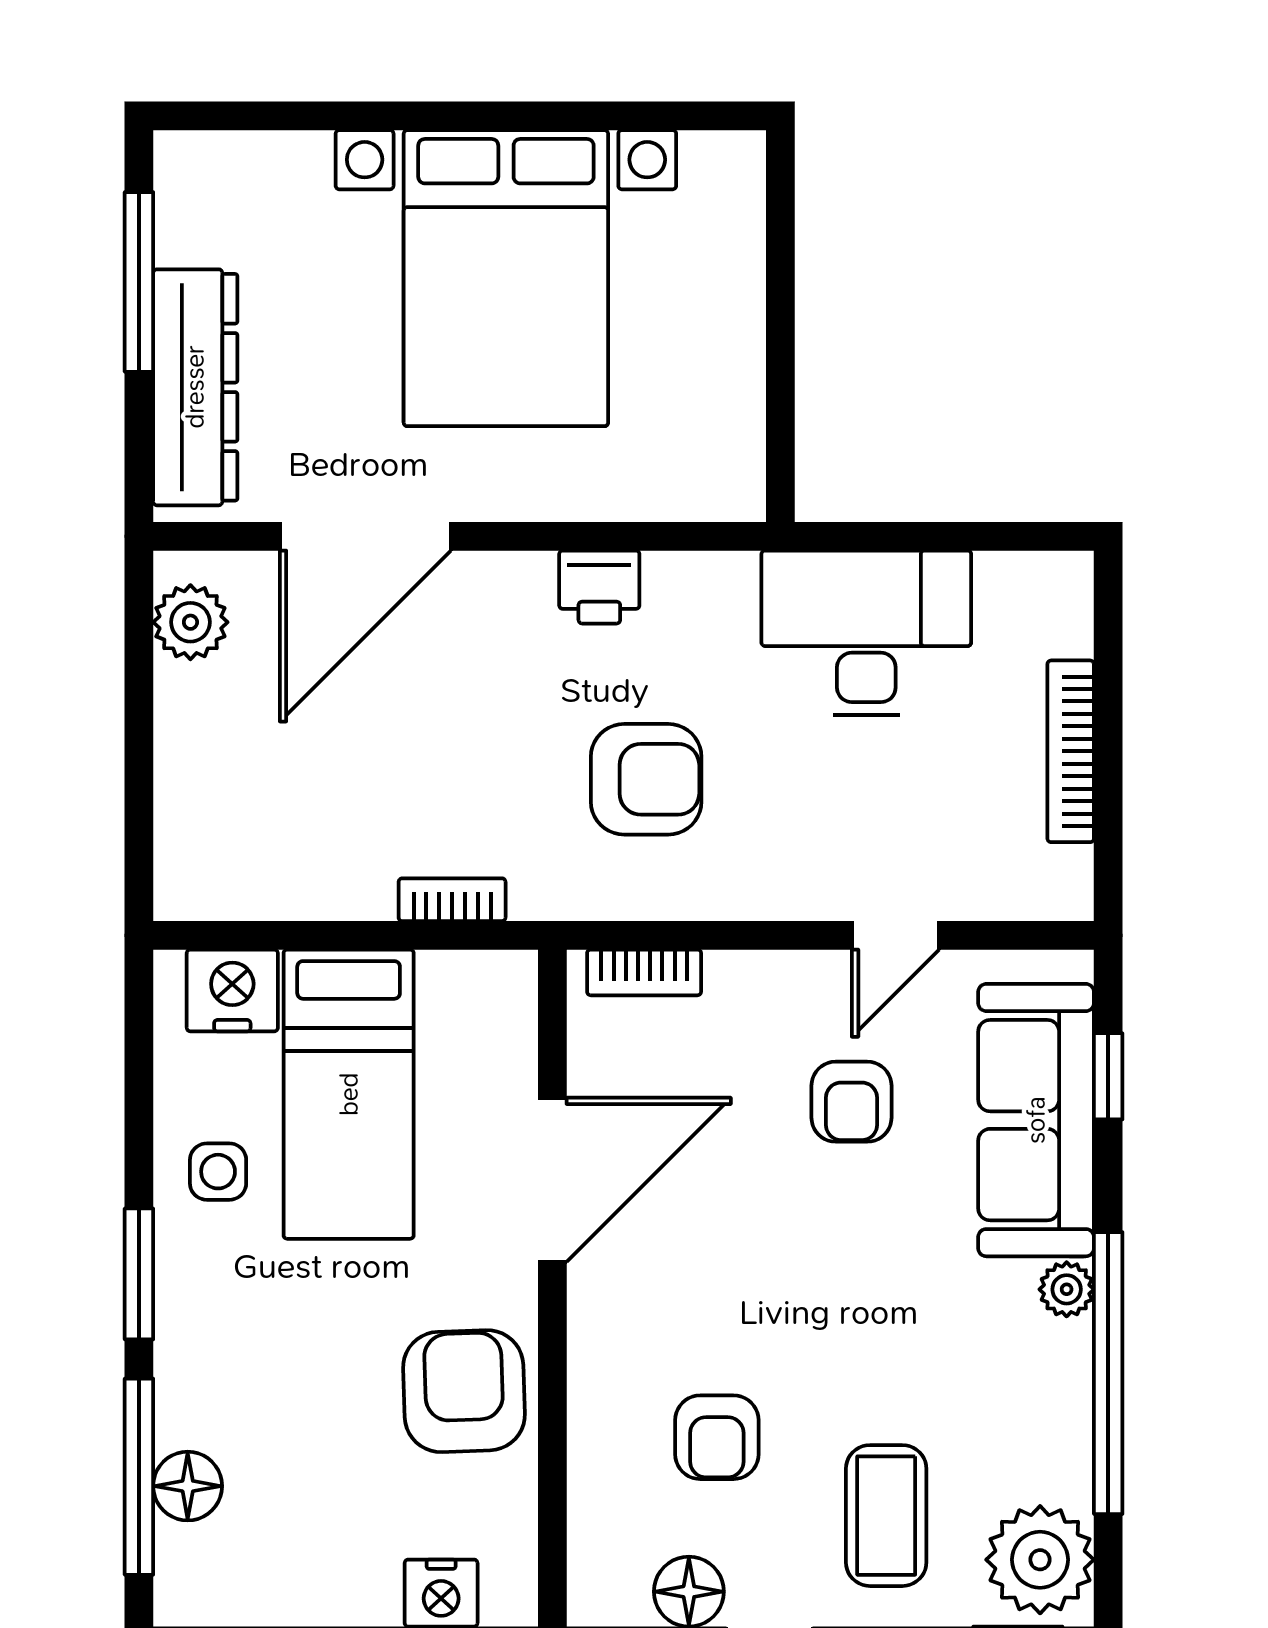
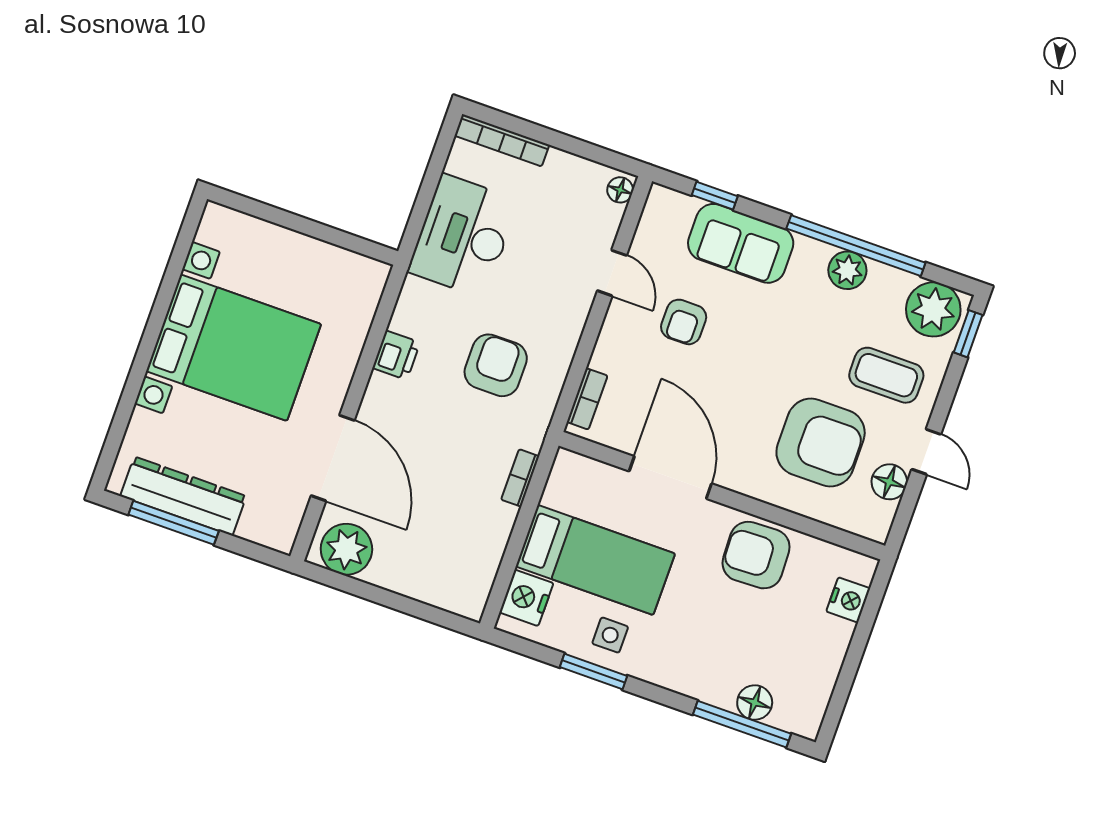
dresser: (195, 387) -> (183, 496), moved
plant: (190, 622) -> (346, 549), width x1.36, depth x1.36
bookcase: (1071, 751) -> (502, 140), moved
floor lamp: (1056, 896) -> (620, 190), added
armchair: (851, 1102) -> (684, 322), turned 90
sofa: (1036, 1120) -> (741, 243), width x0.73
window: (139, 1274) -> (594, 671), moved
plant: (1067, 1289) -> (847, 270), moved, width x1.38, depth x1.38
armchair: (717, 1437) -> (821, 443), width x1.88, depth x1.88

